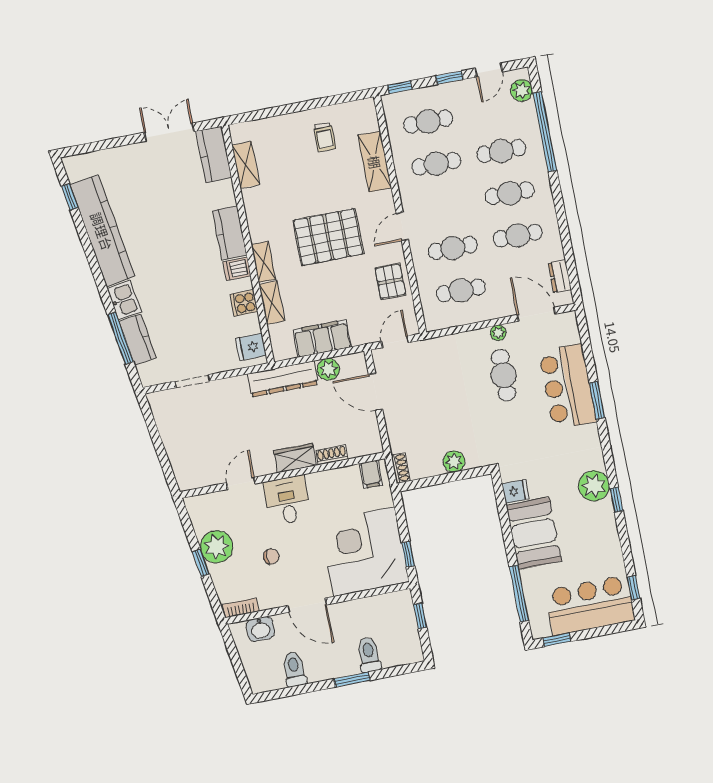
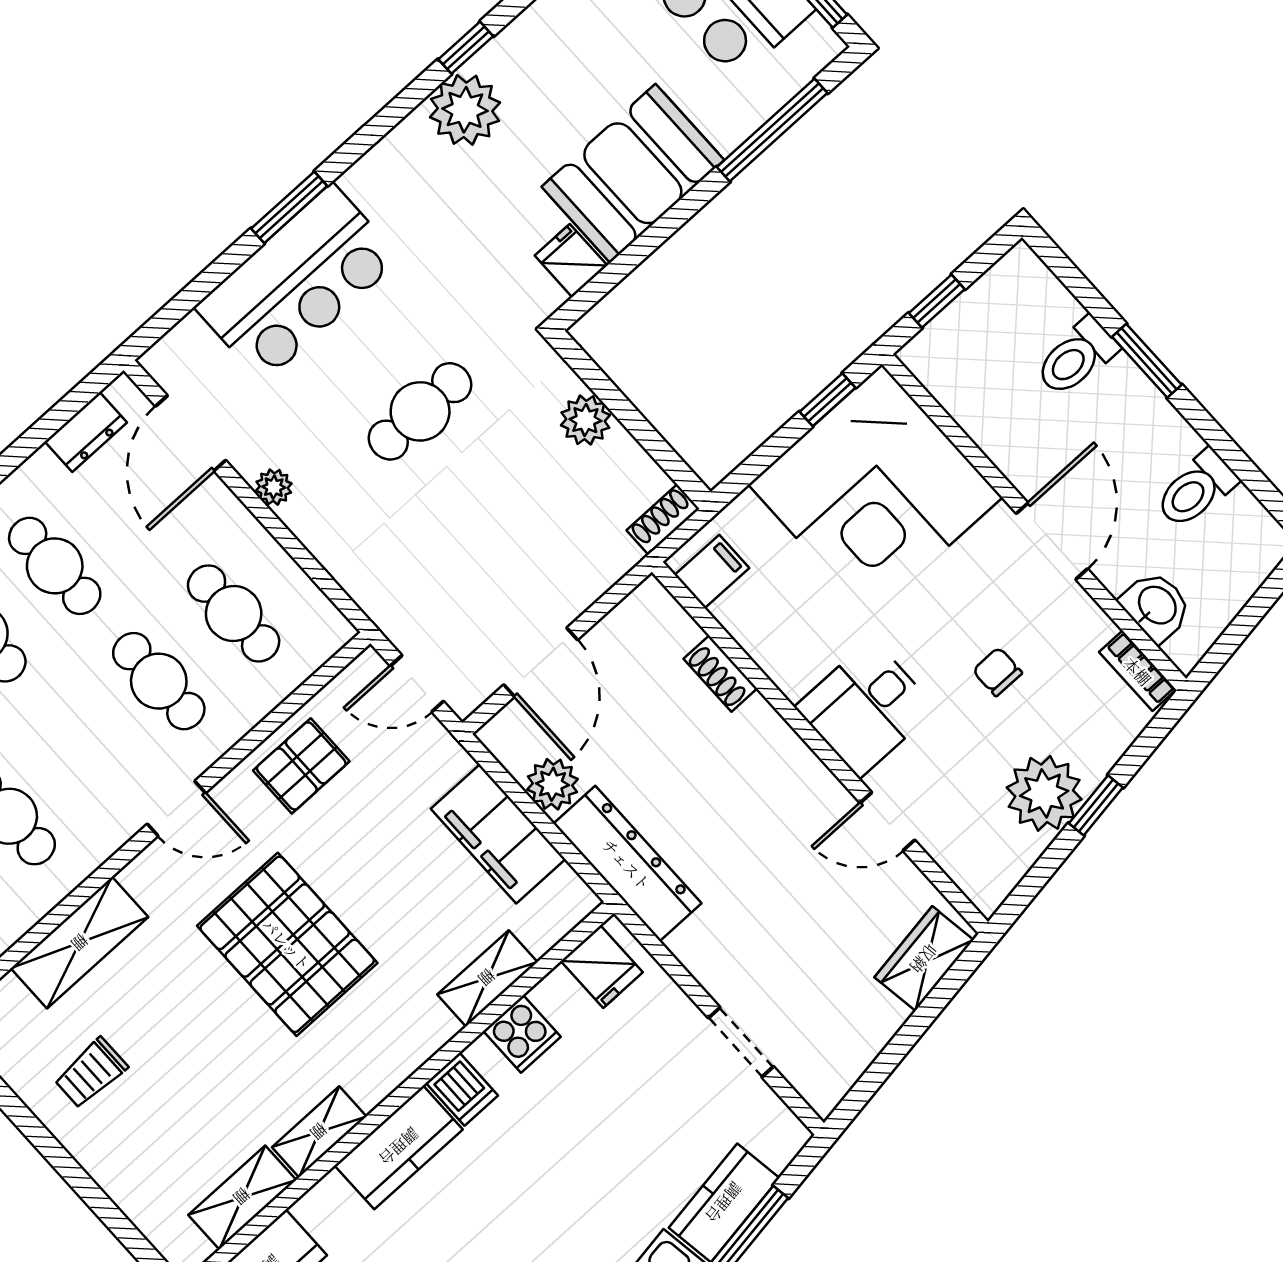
trolley: (325, 137) -> (91, 1073), turned 180
shelving: (263, 262) -> (319, 1132), moved
cafe table: (504, 375) -> (420, 411), moved
wardrobe: (295, 458) -> (924, 959), moved, turned 81

